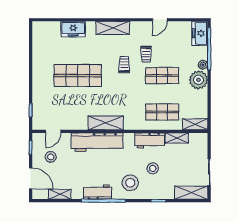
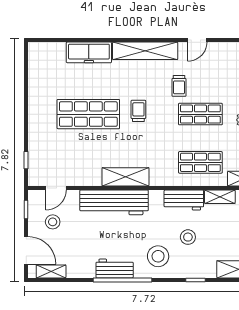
shelving: (113, 28) -> (145, 51), width x1.47
freezer: (73, 29) -> (89, 52), width x1.40
trolley: (124, 65) -> (138, 111), moved
shelving: (60, 194) -> (51, 271), moved

